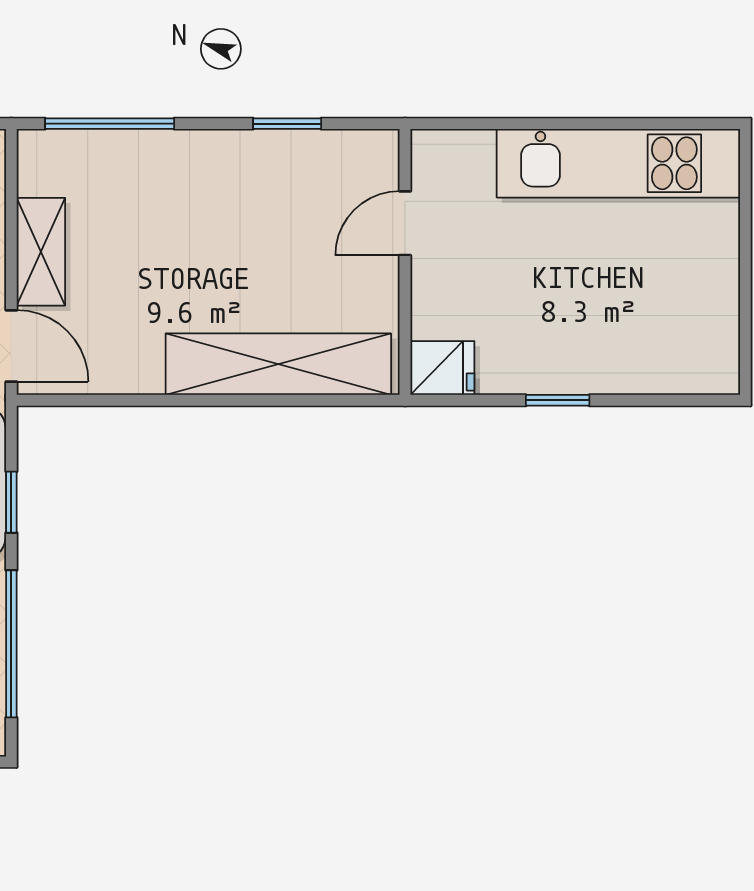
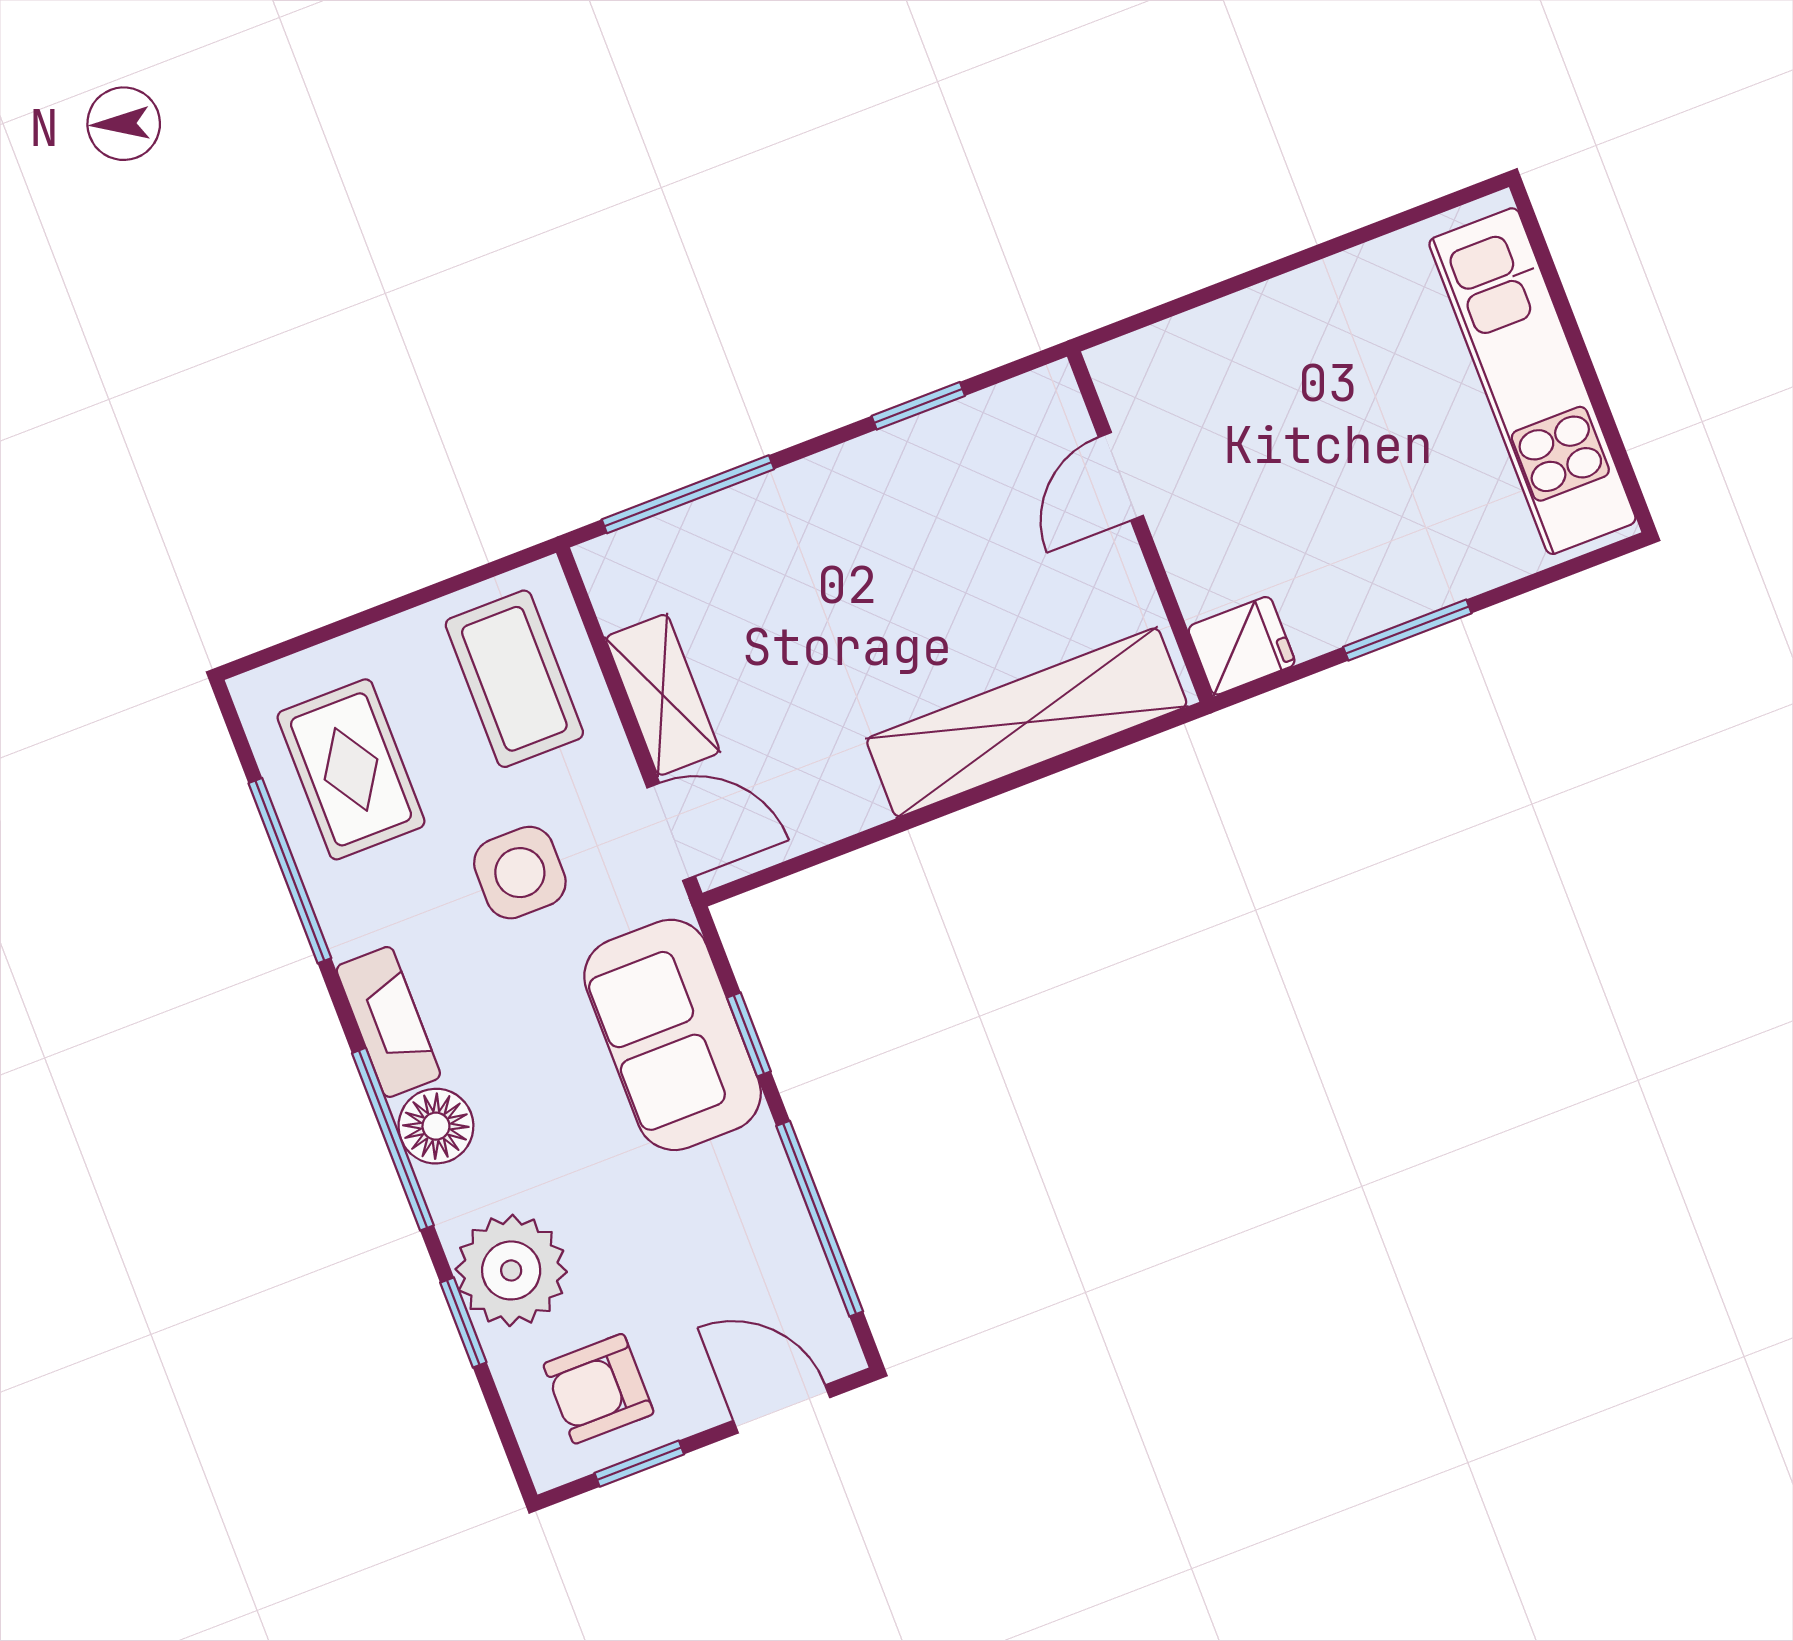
kitchen unit: (618, 163) -> (1532, 381), moved, turned 90
window: (558, 400) -> (1407, 630), width x1.50

